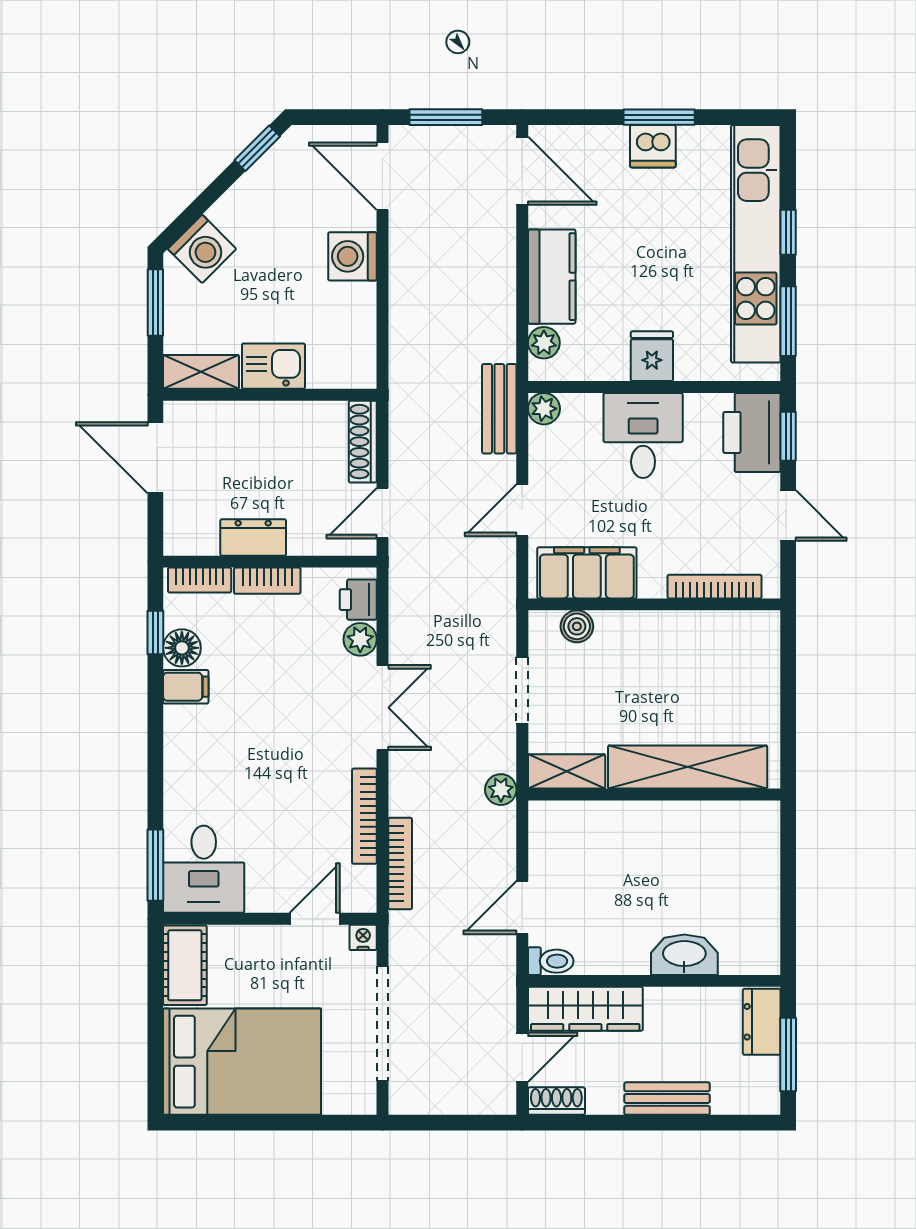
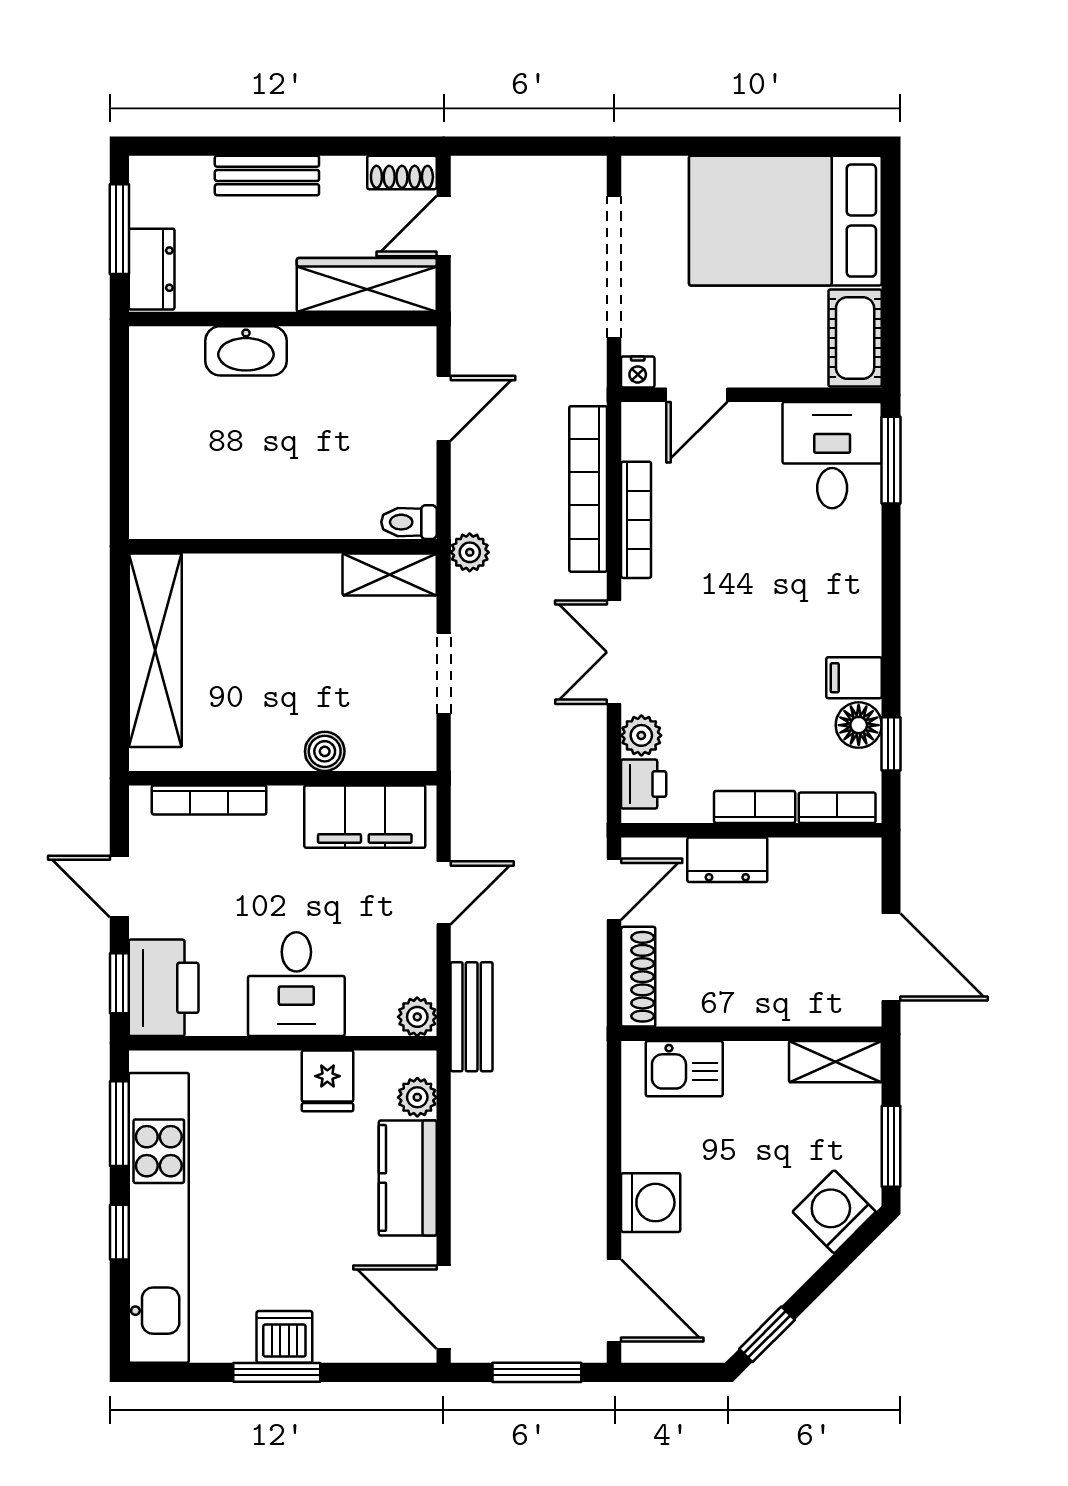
fridge: (652, 356) -> (327, 1081), moved
kitchen sink: (273, 366) -> (684, 1069), moved
dresser: (253, 537) -> (727, 860), moved
boiler: (577, 626) -> (325, 751), moved
shelving: (688, 767) -> (155, 650), moved, turned 90
bookcase: (400, 864) -> (588, 489), width x1.48, depth x1.31
toilet: (551, 961) -> (409, 522), moved

